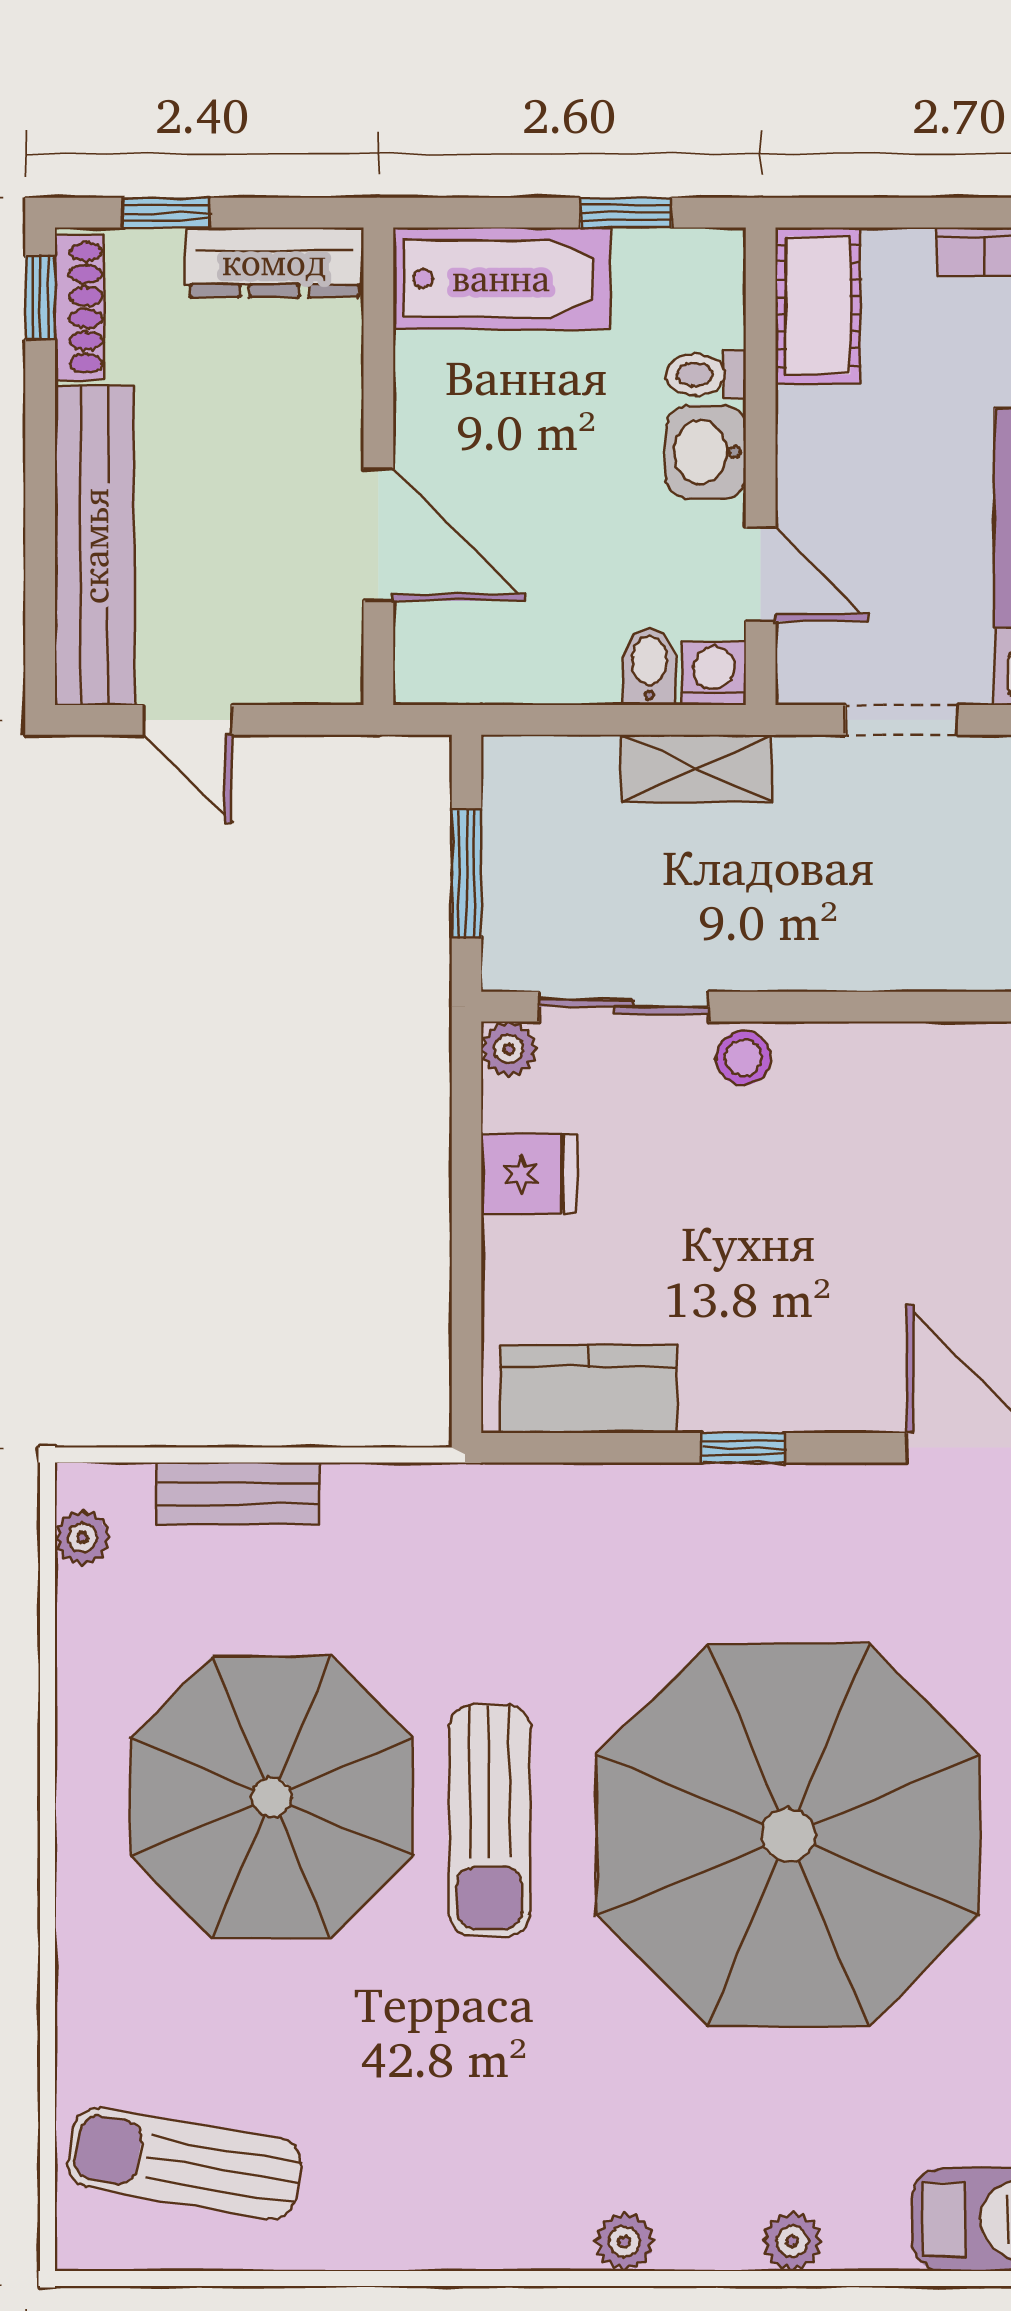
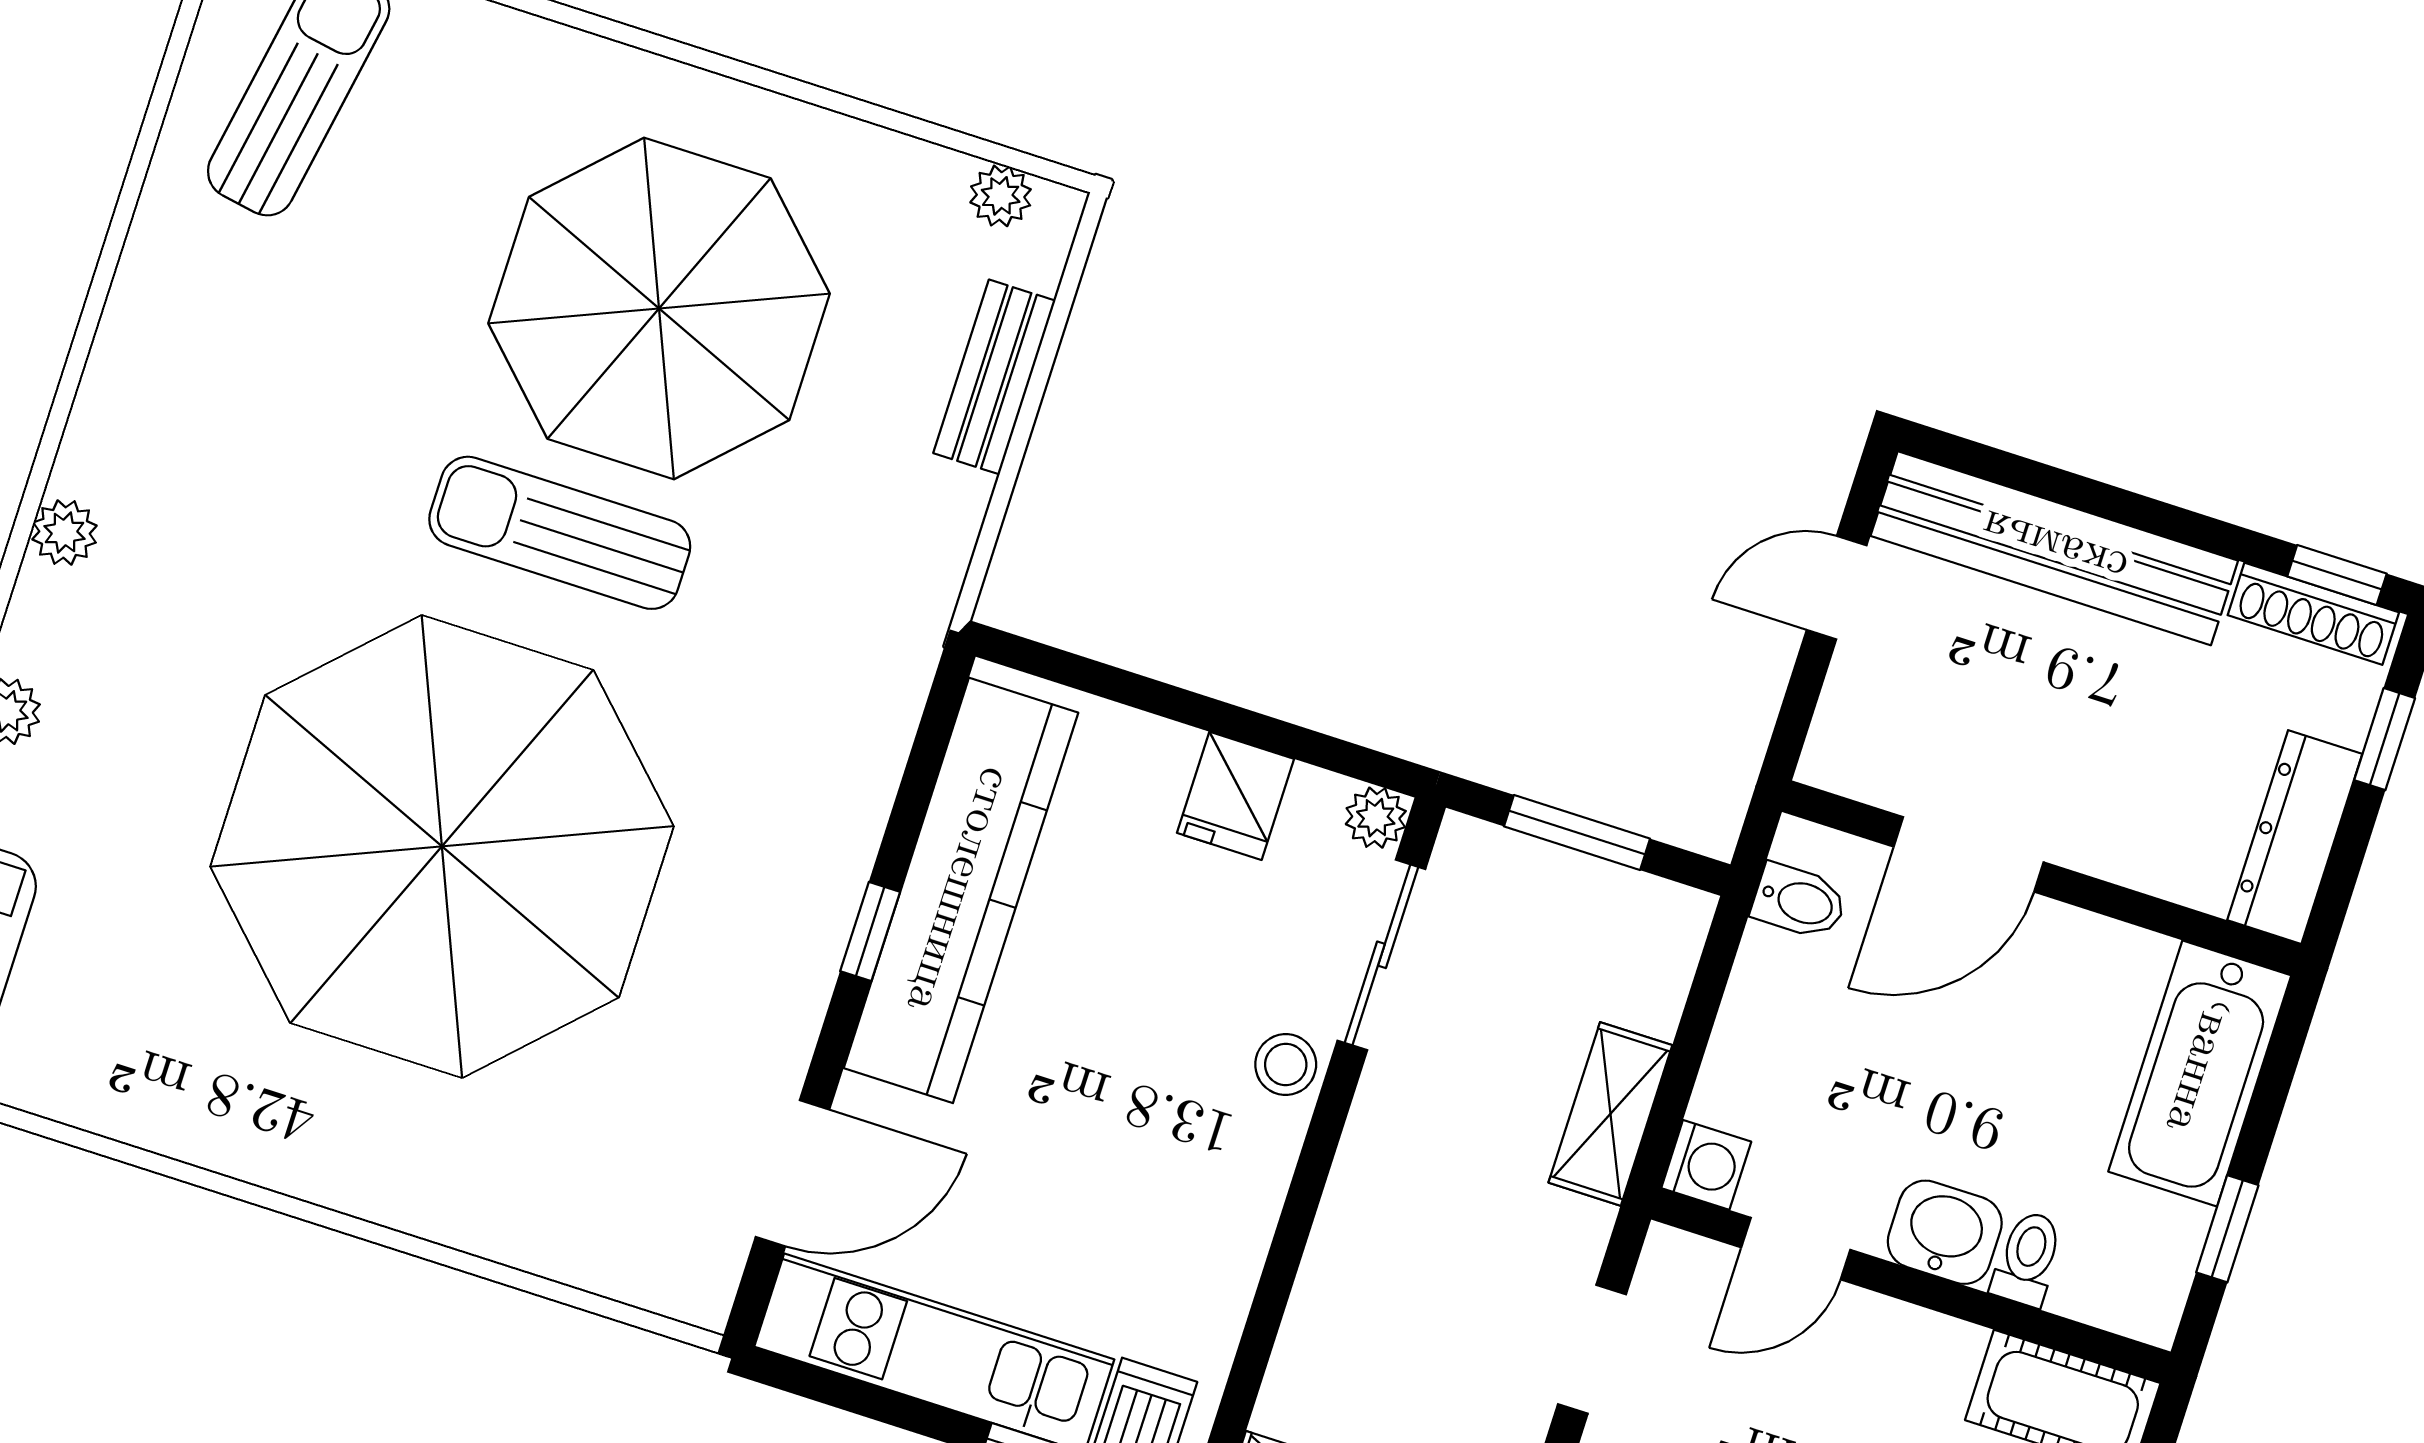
bidet: (649, 666) -> (1799, 901), moved
kitchen counter: (589, 1389) -> (961, 890), width x2.08, depth x1.17

